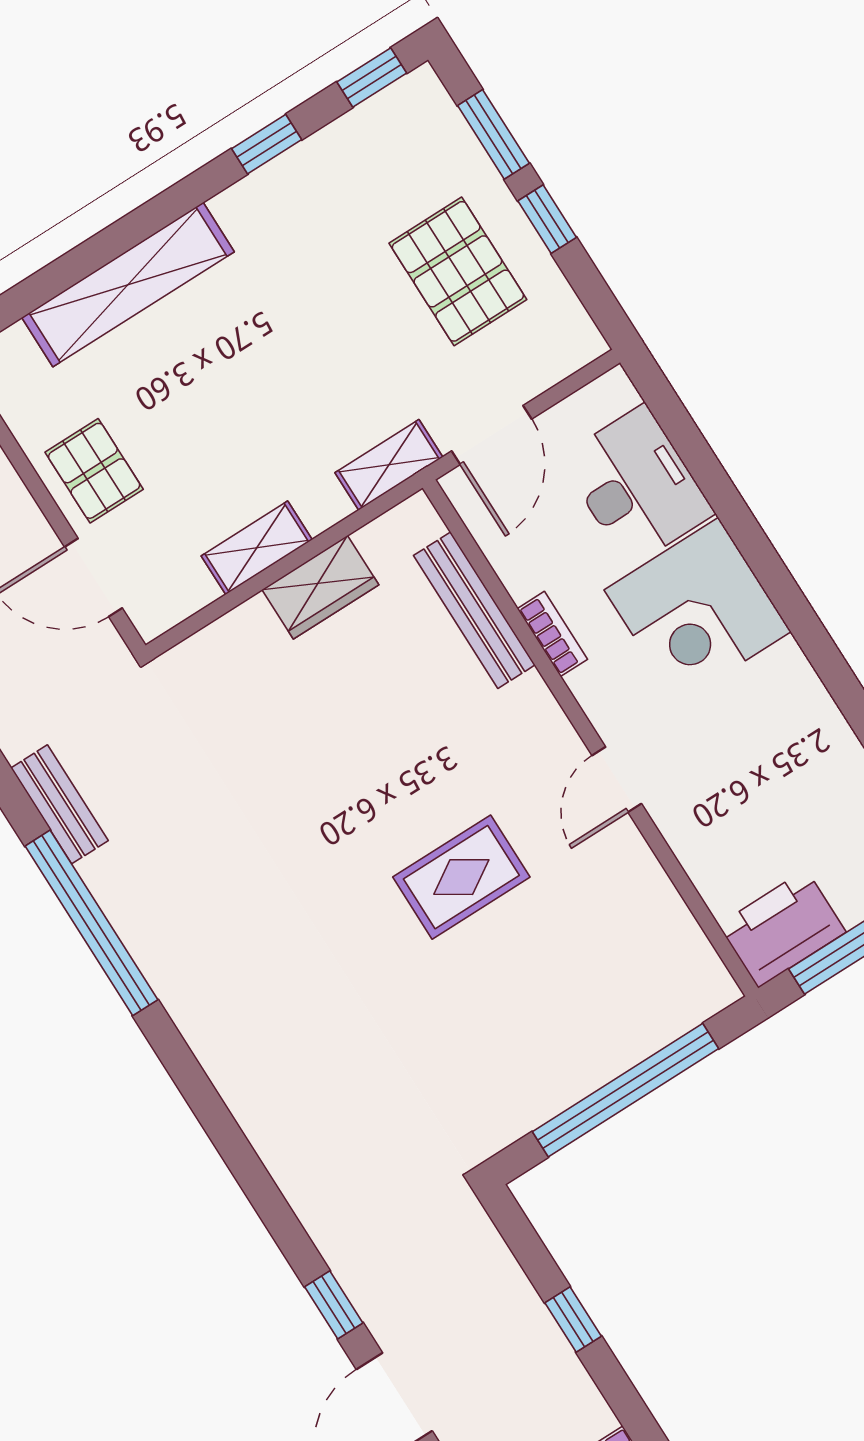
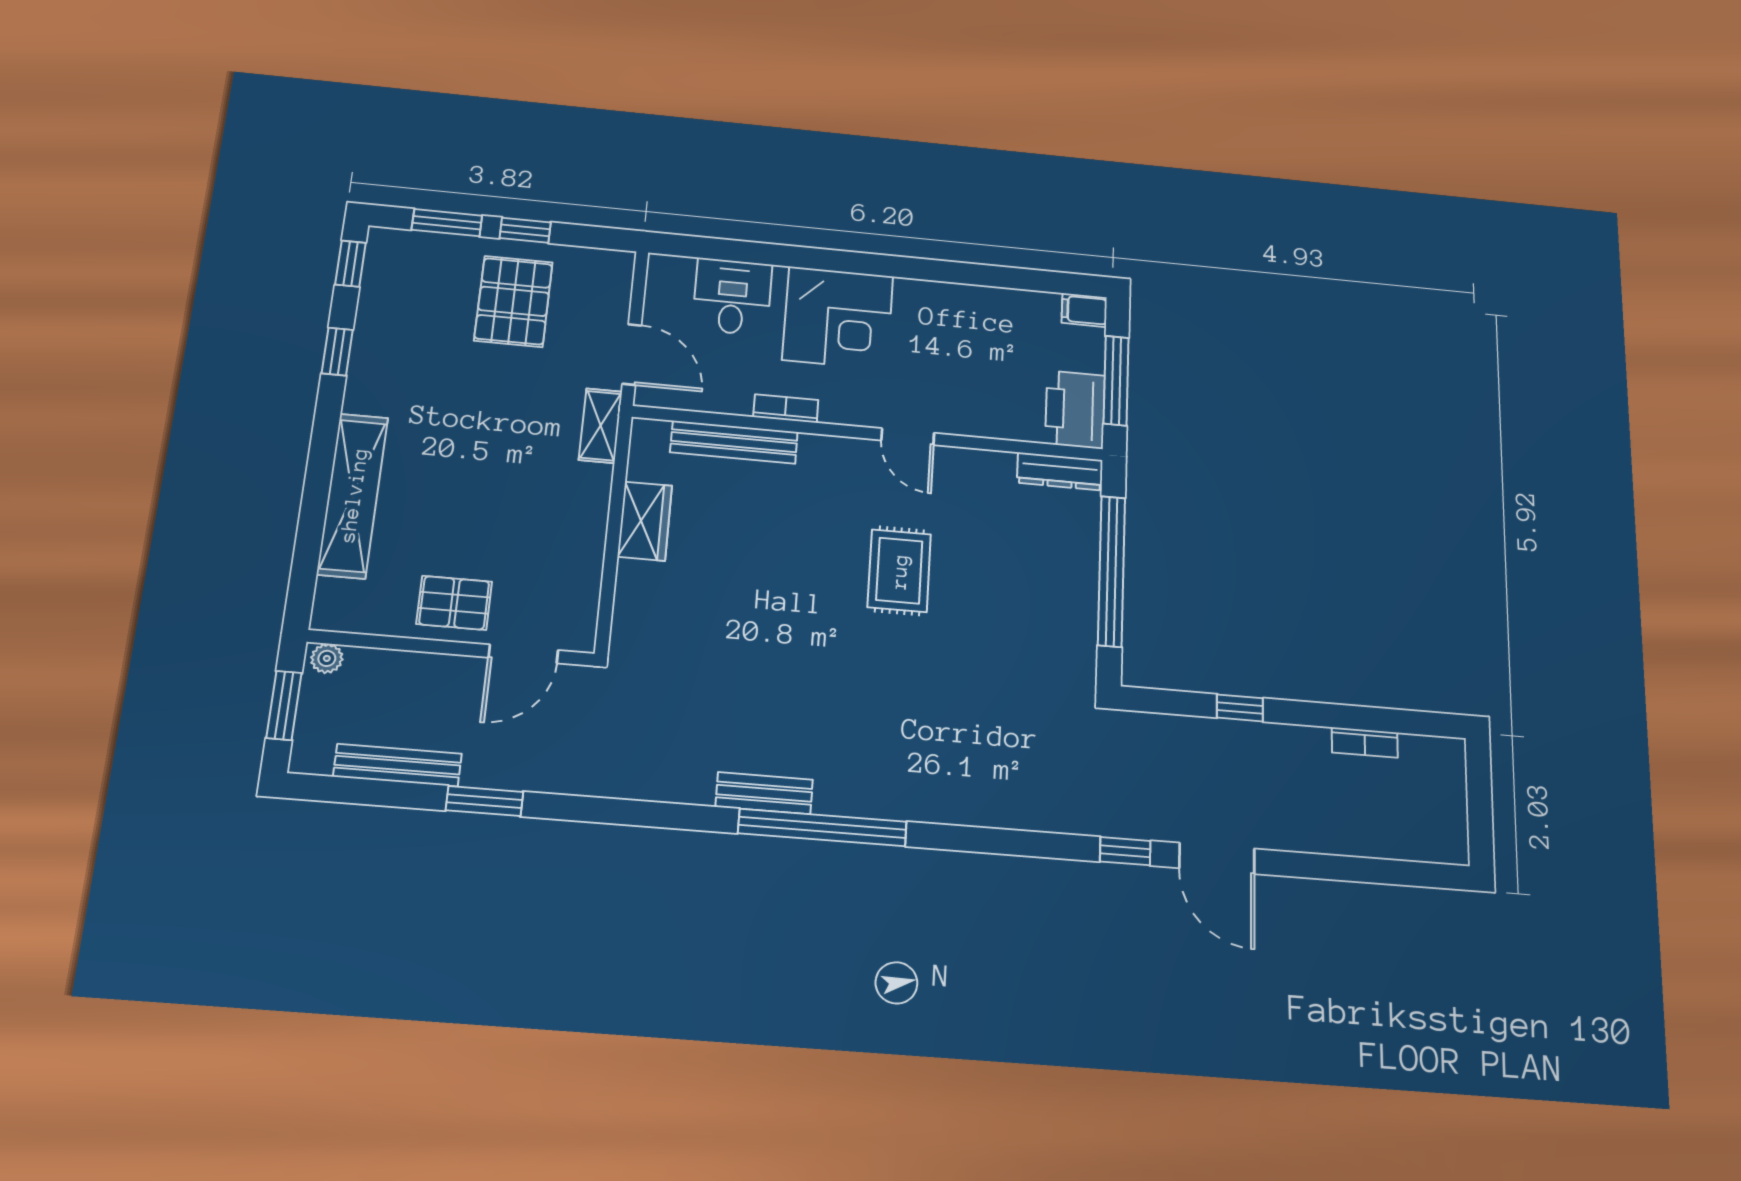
pallet: (458, 271) -> (513, 301), turned 90
desk: (637, 486) -> (732, 297), width x0.73
shelving: (257, 548) -> (588, 541), removed
bench: (60, 804) -> (764, 793), moved
window: (91, 923) -> (822, 827), moved
dresser: (698, 962) -> (1060, 471), added

